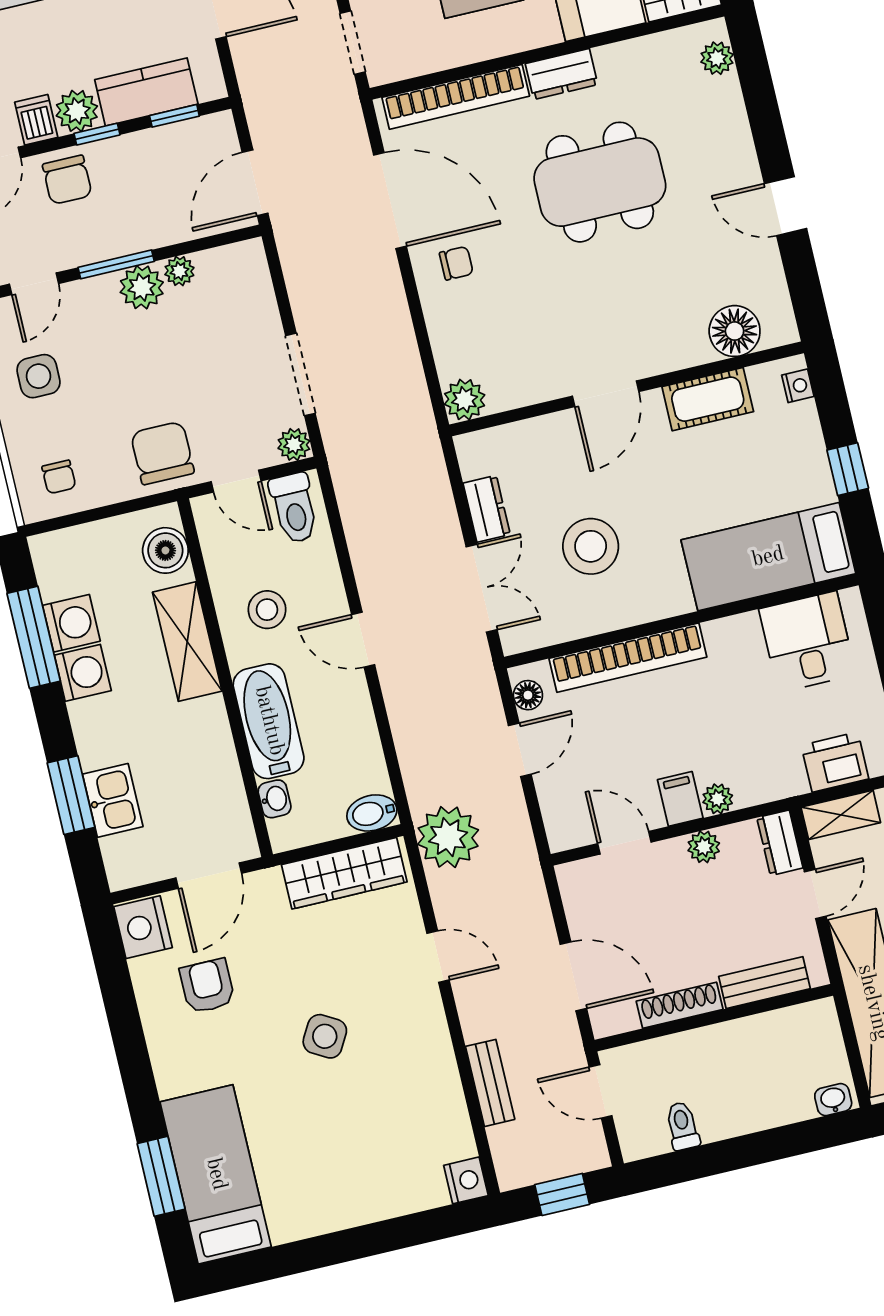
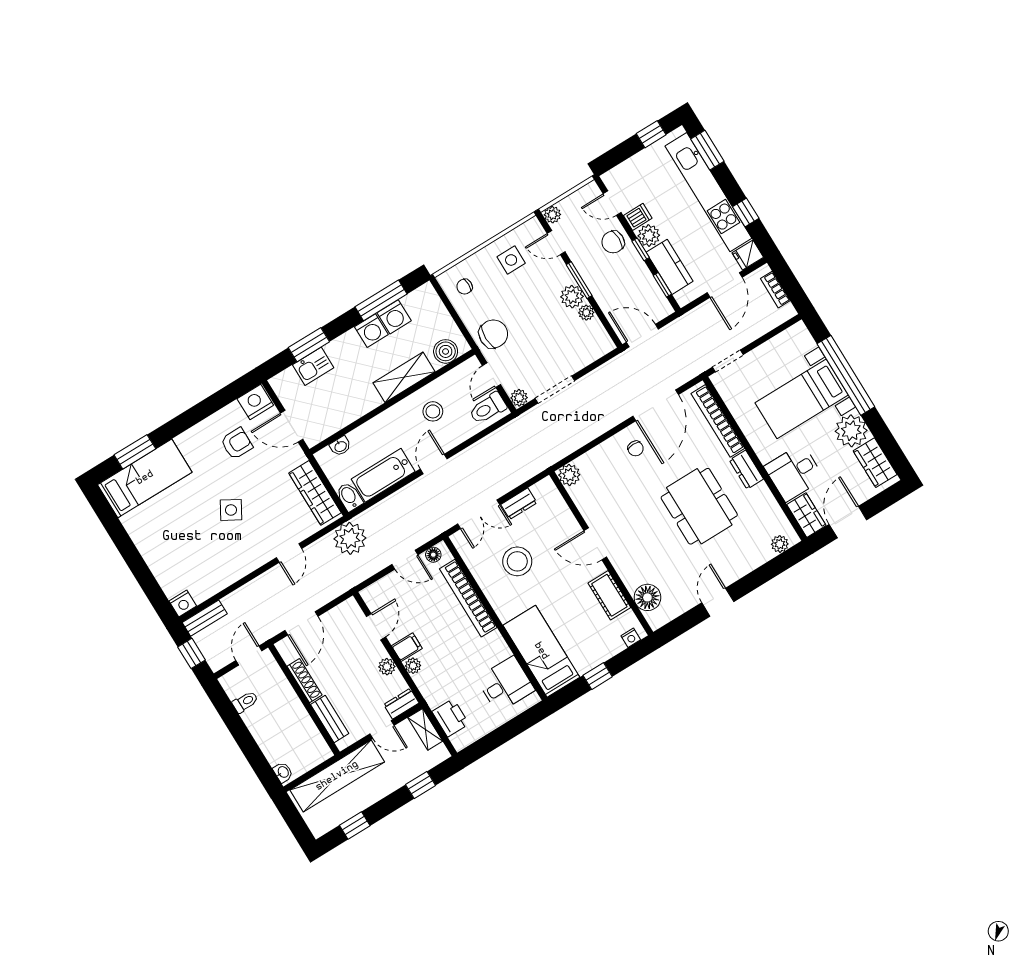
bathtub: (269, 721) -> (383, 475), moved, turned 180
bench: (490, 1083) -> (205, 618), moved

